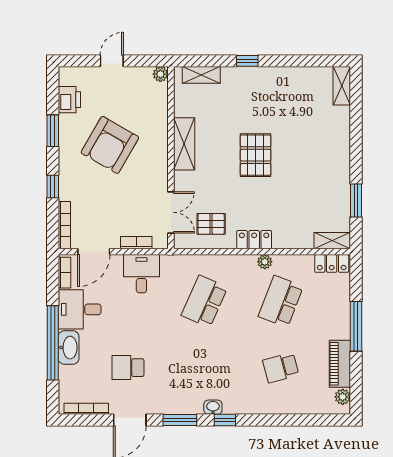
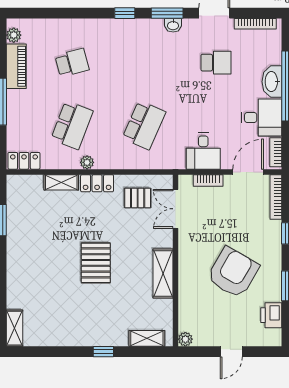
shelving: (332, 241) -> (61, 182), moved
washbasin: (213, 407) -> (173, 25), moved

